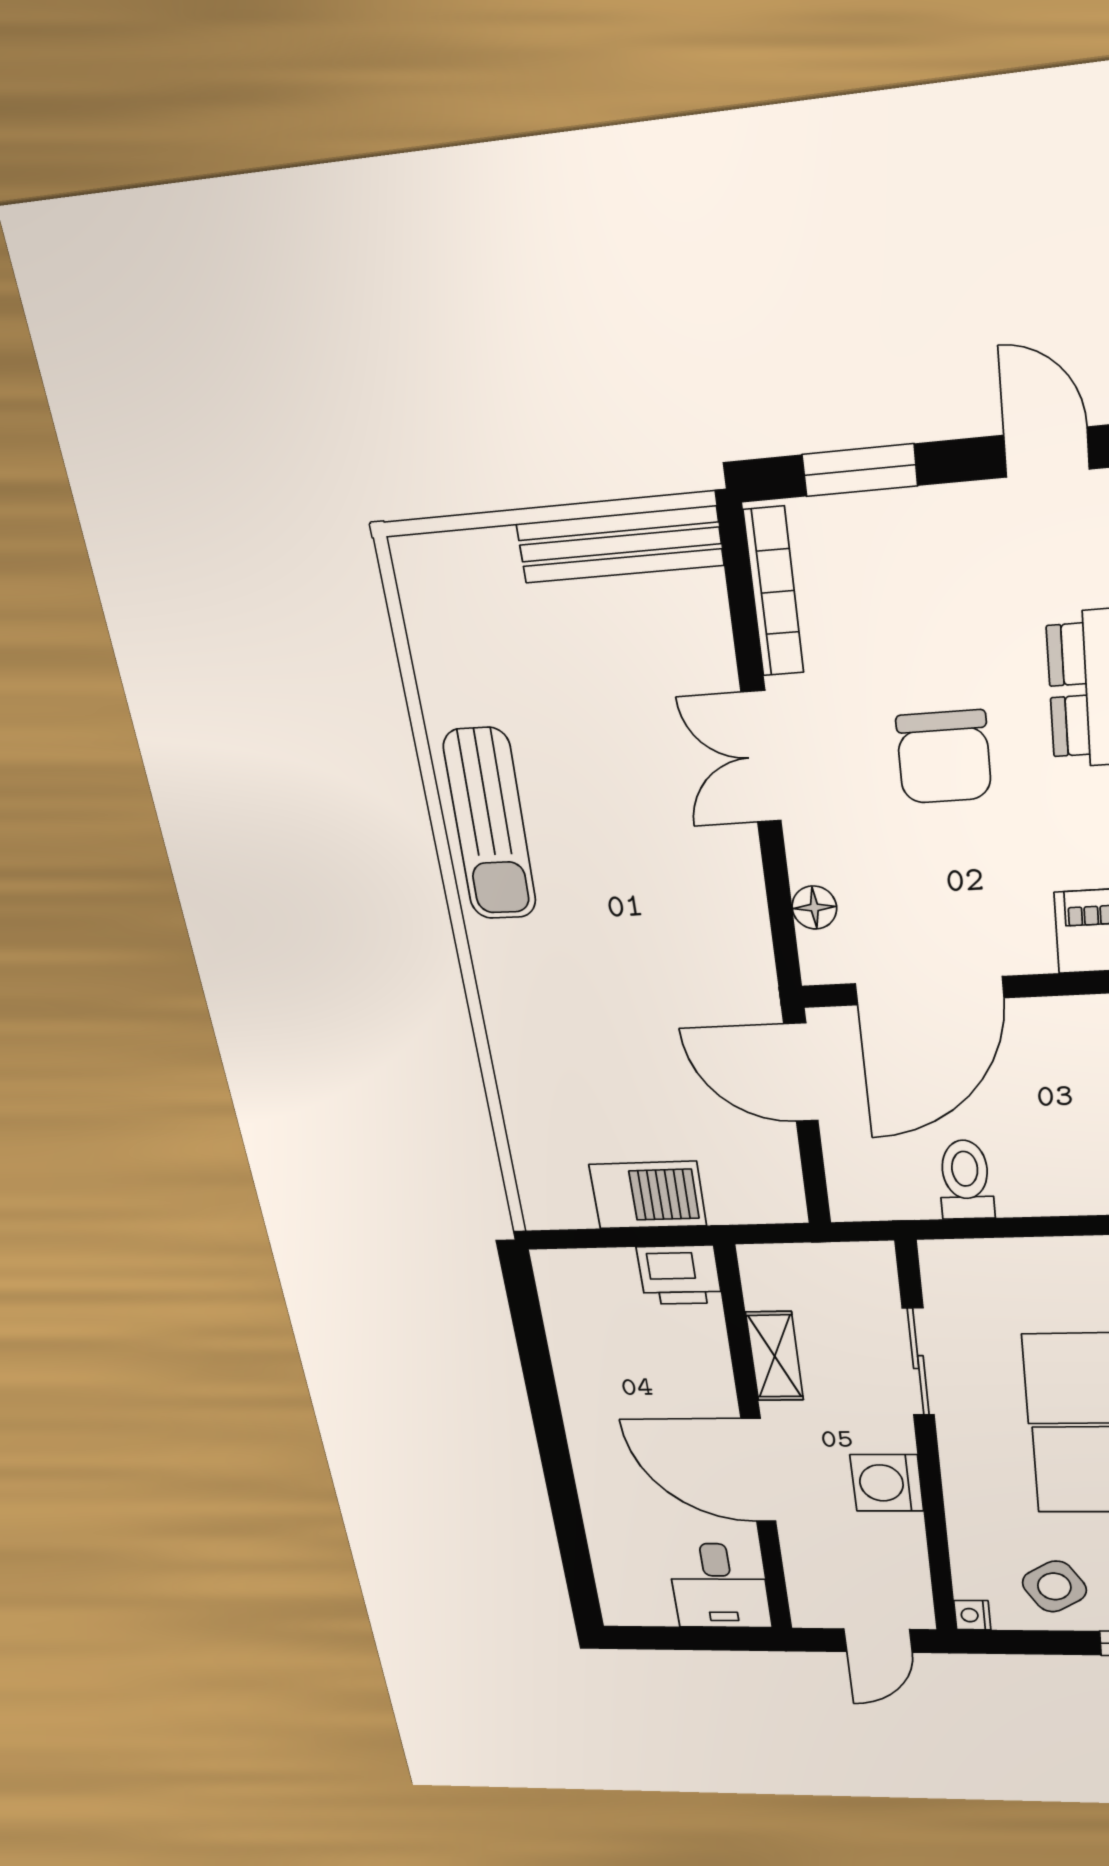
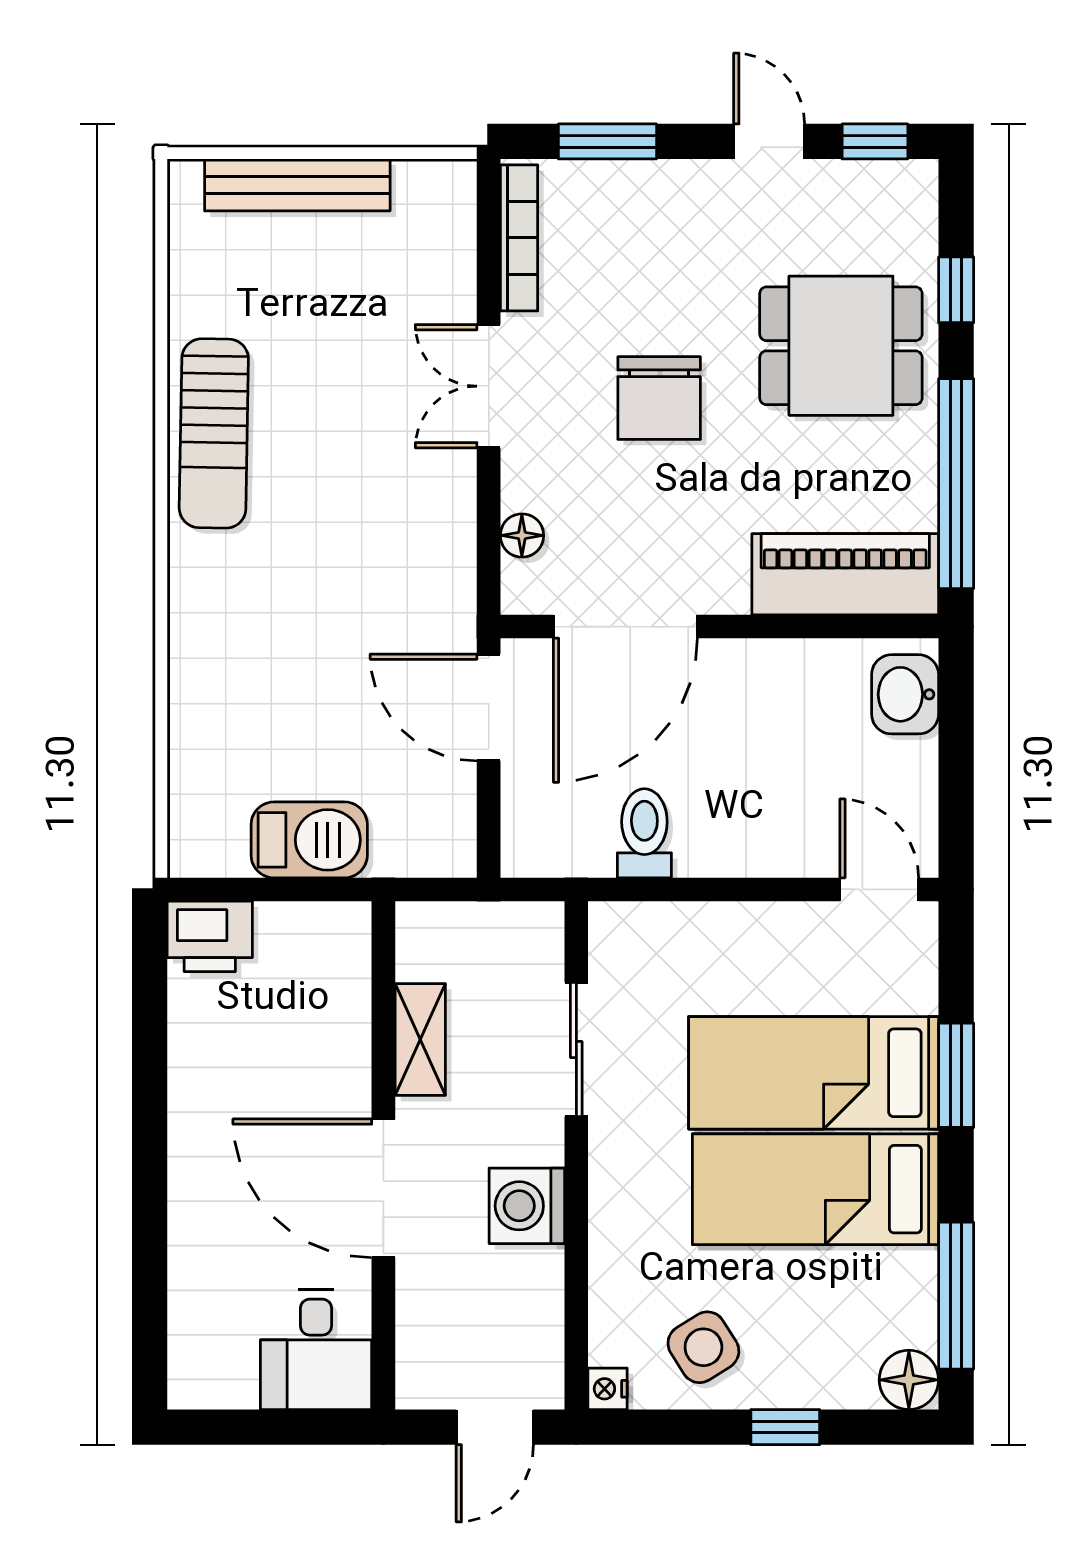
bench: (620, 544) -> (297, 185), moved
printer: (679, 1275) -> (210, 936), moved

